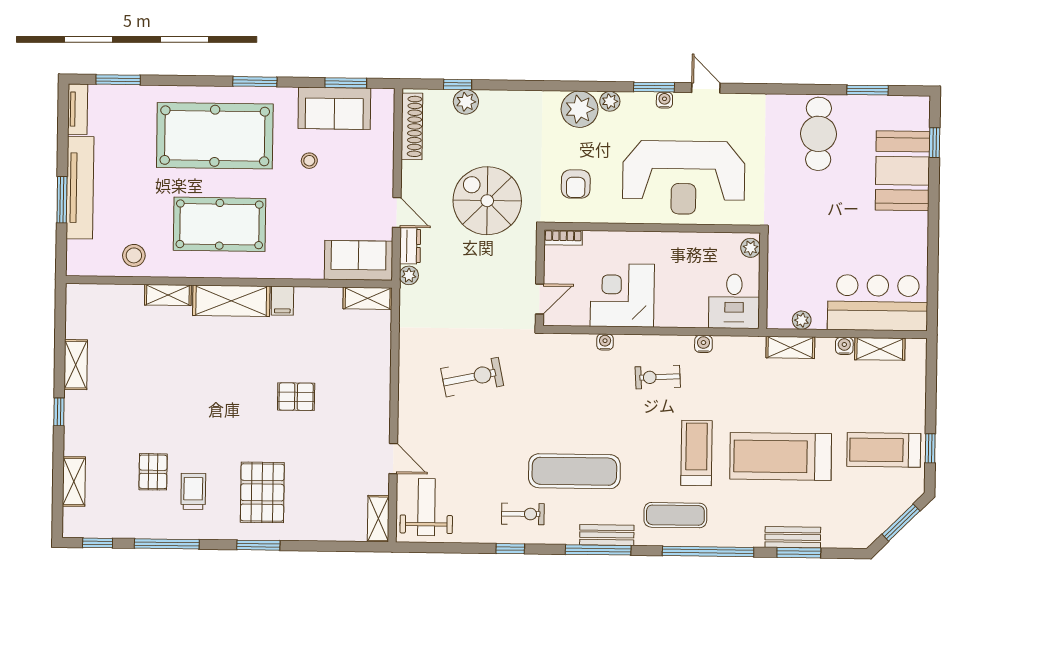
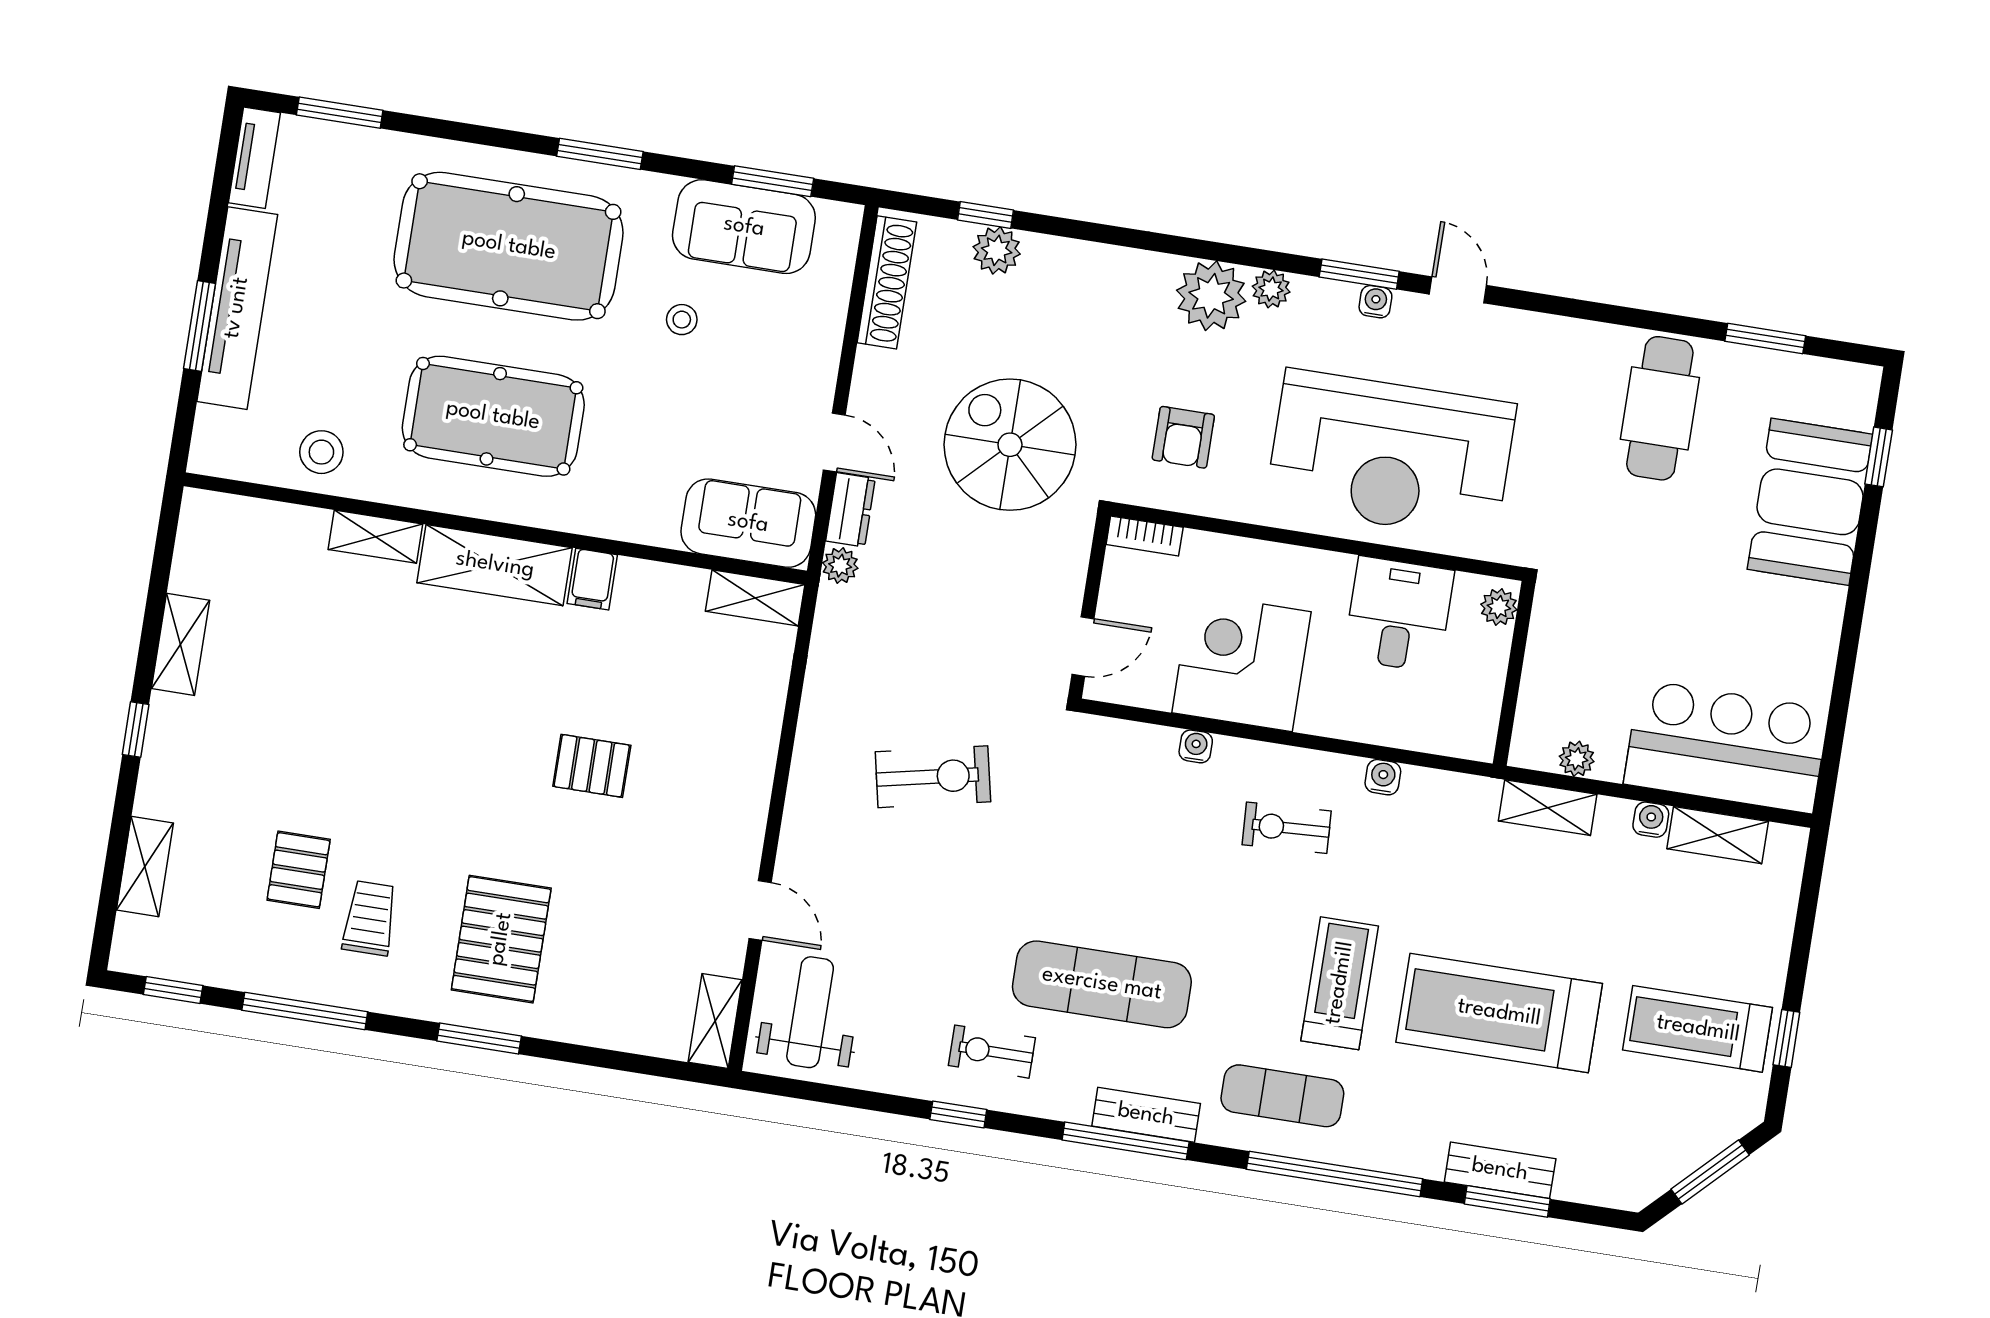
desk: (734, 301) -> (1399, 614), moved, turned 180
exercise bike: (523, 514) -> (992, 1052), turned 180

